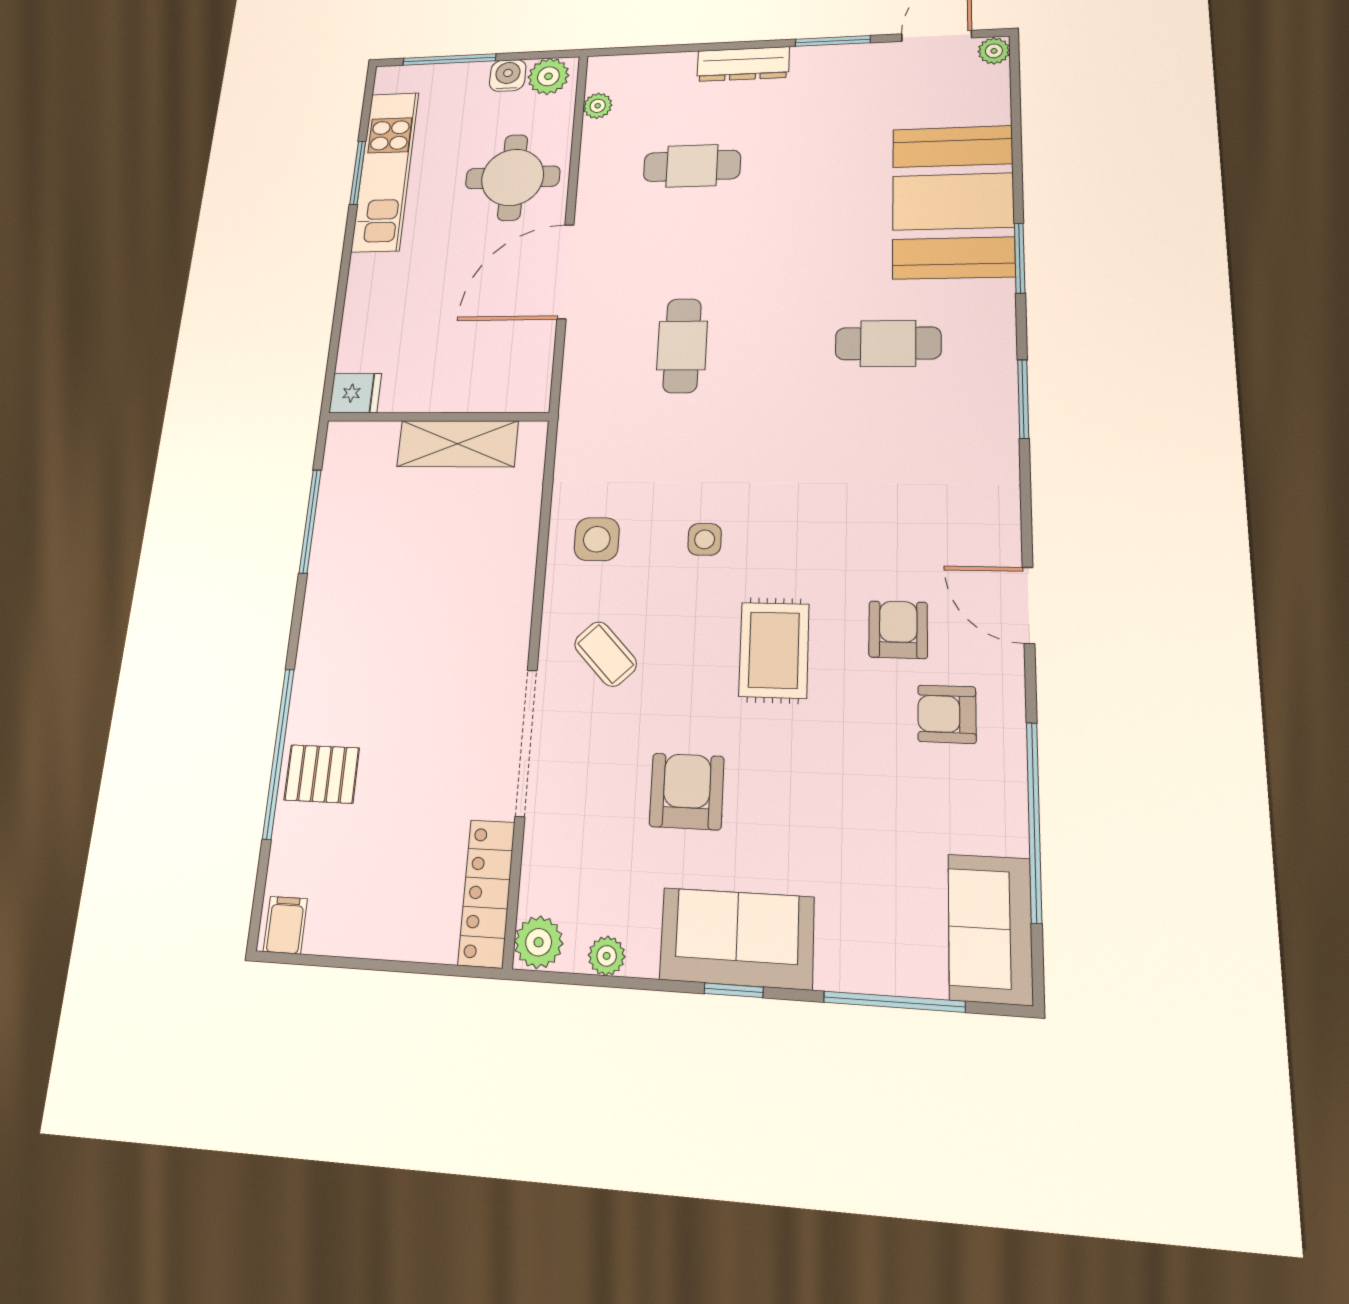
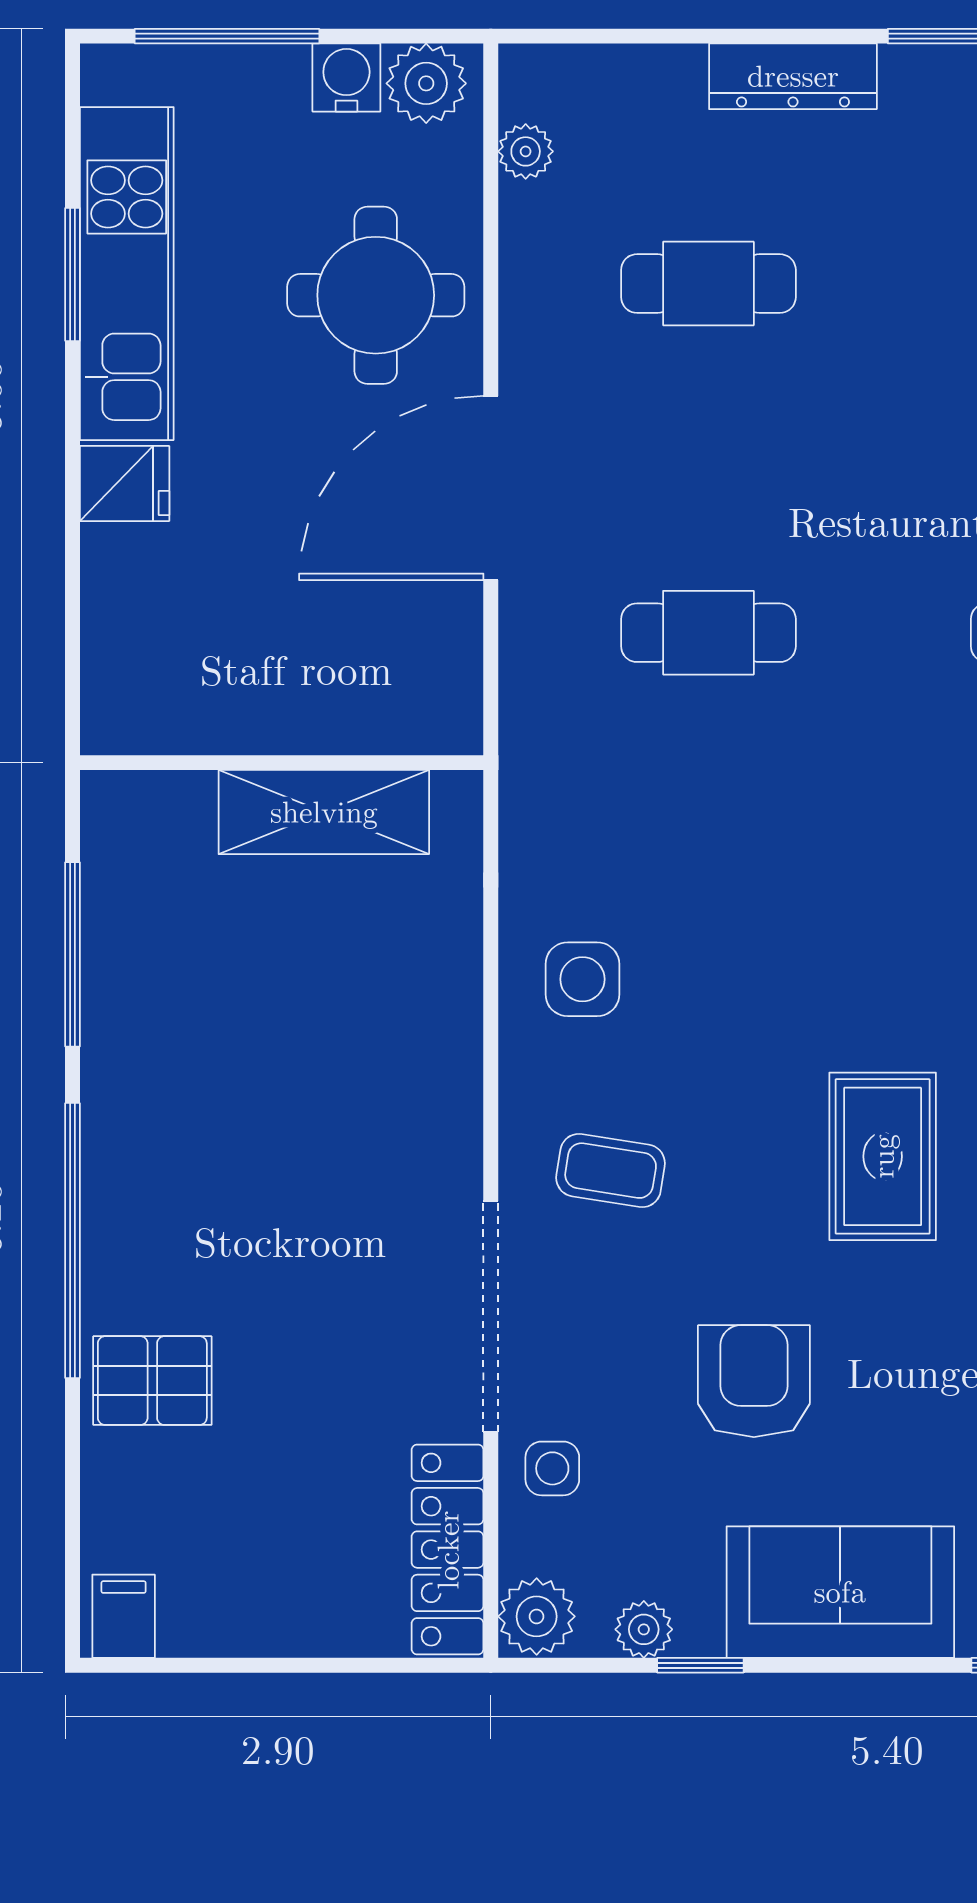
cafe table: (682, 346) -> (708, 633), turned 90
fridge: (355, 393) -> (125, 483), moved
side table: (705, 539) -> (552, 1468), moved
coffee table: (606, 654) -> (611, 1171), turned -37
window: (278, 753) -> (72, 1241), moved
window: (734, 990) -> (700, 1665), moved

